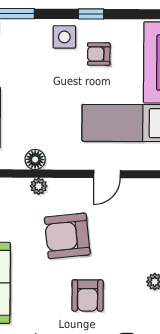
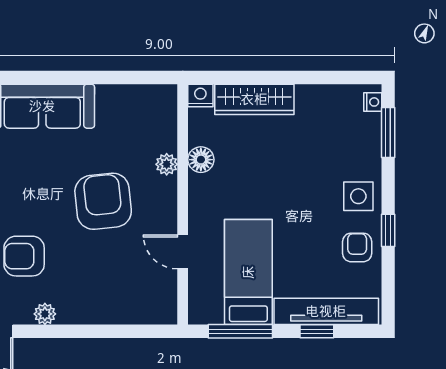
armchair: (99, 54) -> (357, 247), moved
armchair: (88, 295) -> (24, 256), moved

